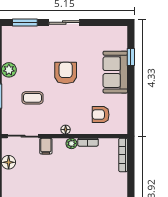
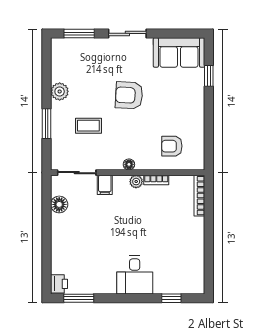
sofa: (115, 72) -> (179, 52), moved, turned -90
armchair: (66, 73) -> (129, 95), turned -87

